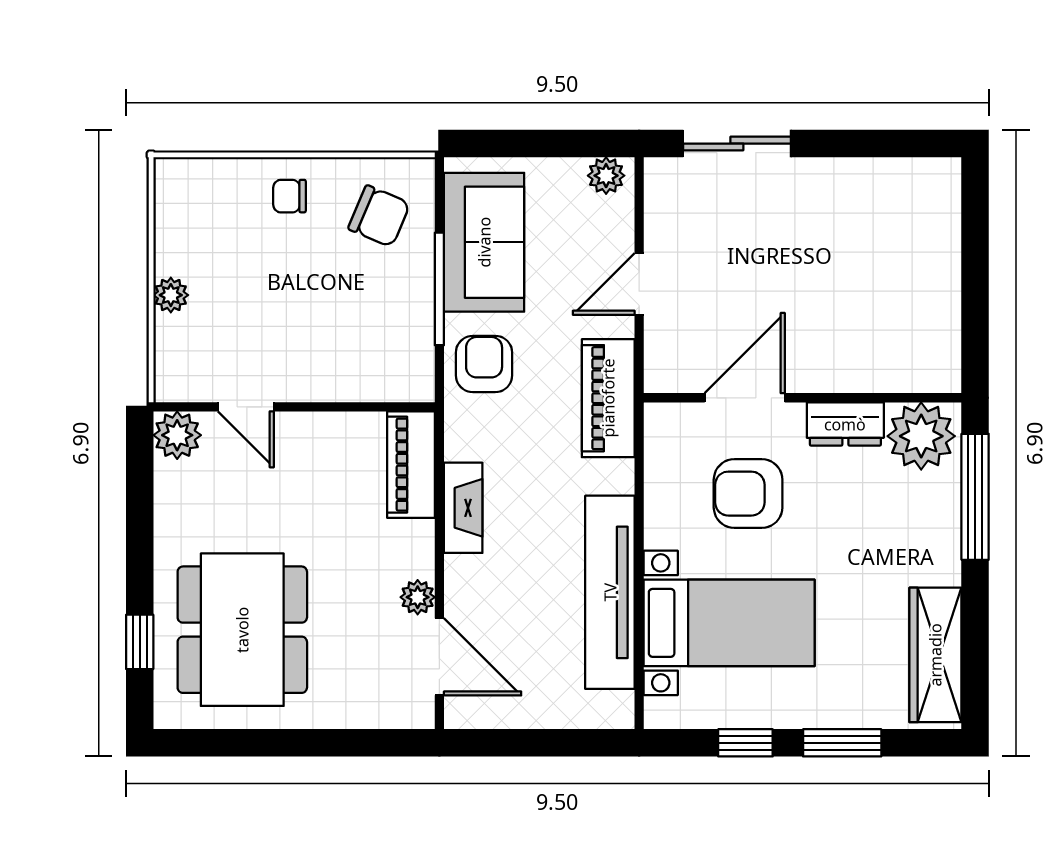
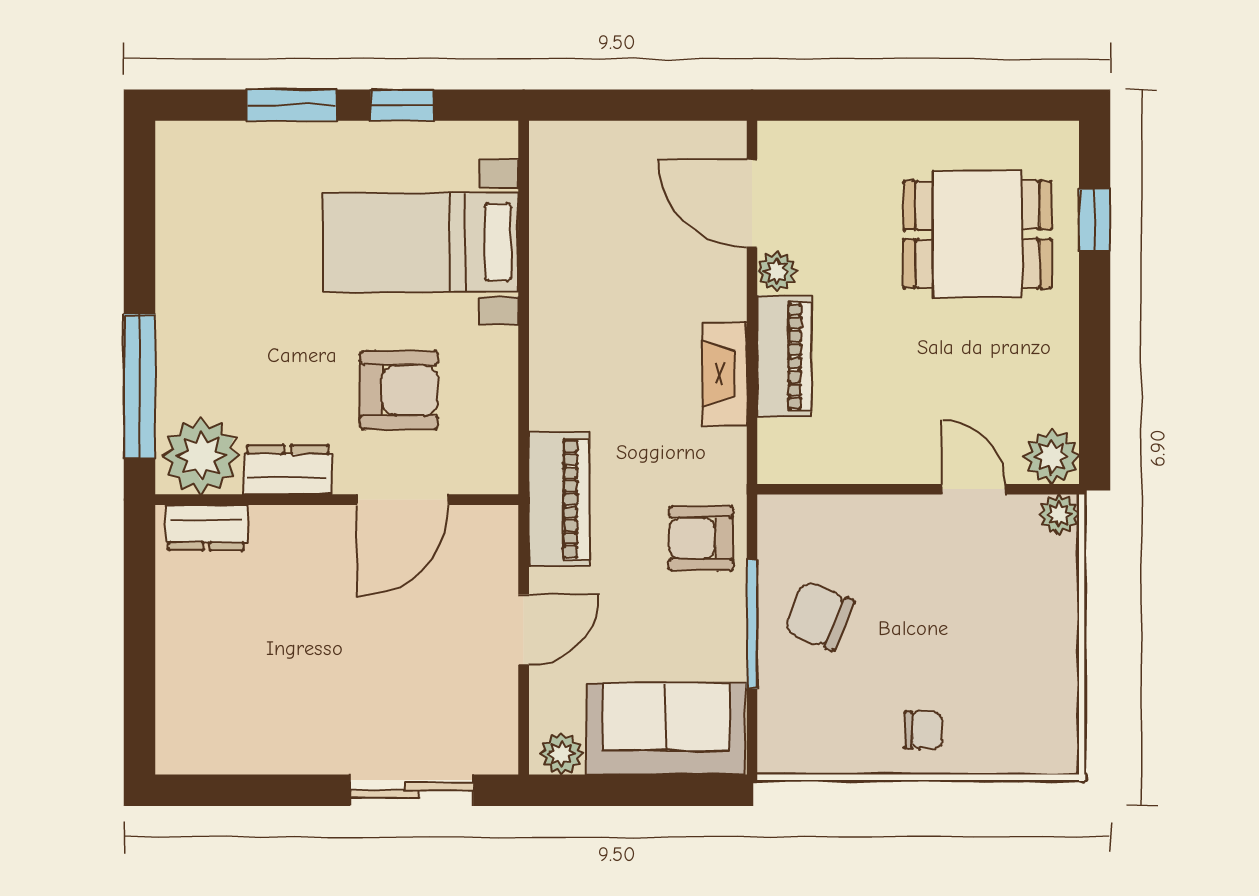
chair: (379, 216) -> (819, 616), moved
sofa: (484, 242) -> (666, 729), moved, turned 90
plant: (171, 295) -> (1059, 514), moved
armchair: (484, 364) -> (701, 538), turned 90
dresser: (917, 373) -> (206, 528), added
piano: (411, 465) -> (784, 356), moved
tv unit: (610, 592) -> (557, 277), removed
dining table: (242, 630) -> (977, 234), width x0.73
wardrobe: (935, 655) -> (185, 206), removed

